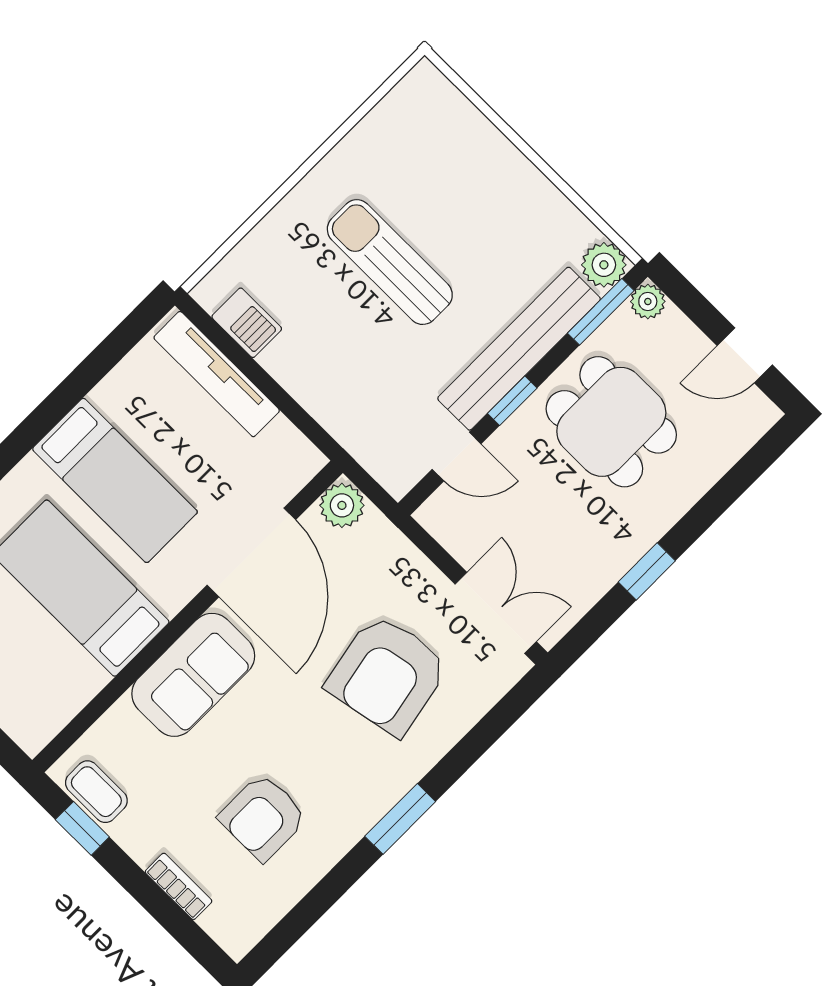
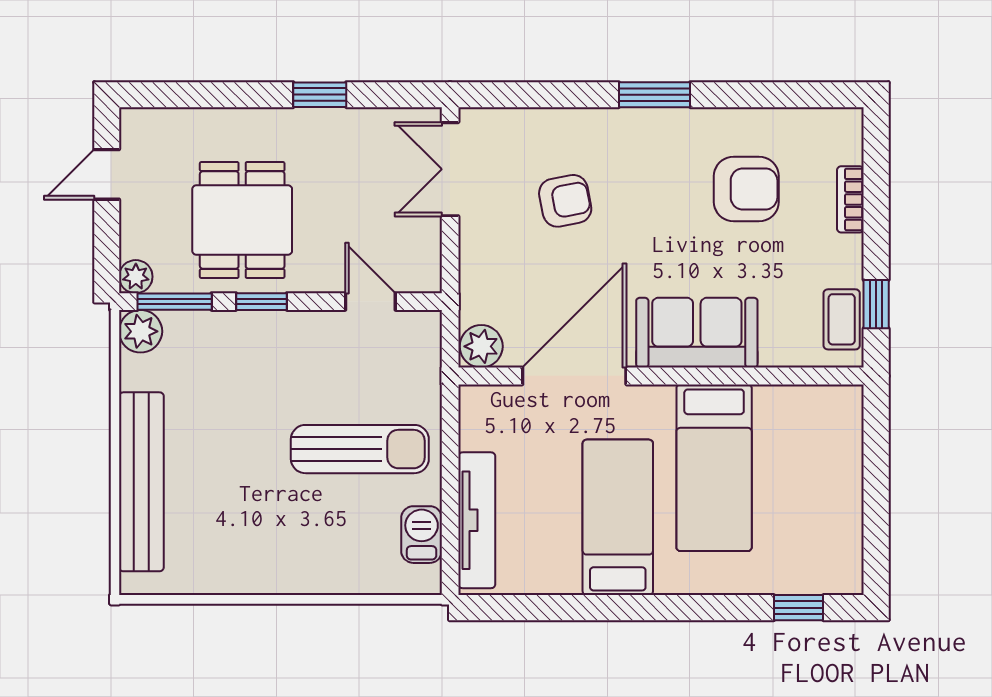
sun lounger: (390, 262) -> (360, 449), moved, turned -90
bench: (519, 349) -> (141, 482), moved, turned 90
door: (745, 355) -> (107, 174), swing flipped
window: (512, 401) -> (261, 302), moved
armchair: (388, 675) -> (565, 201), width x0.53, depth x0.53

